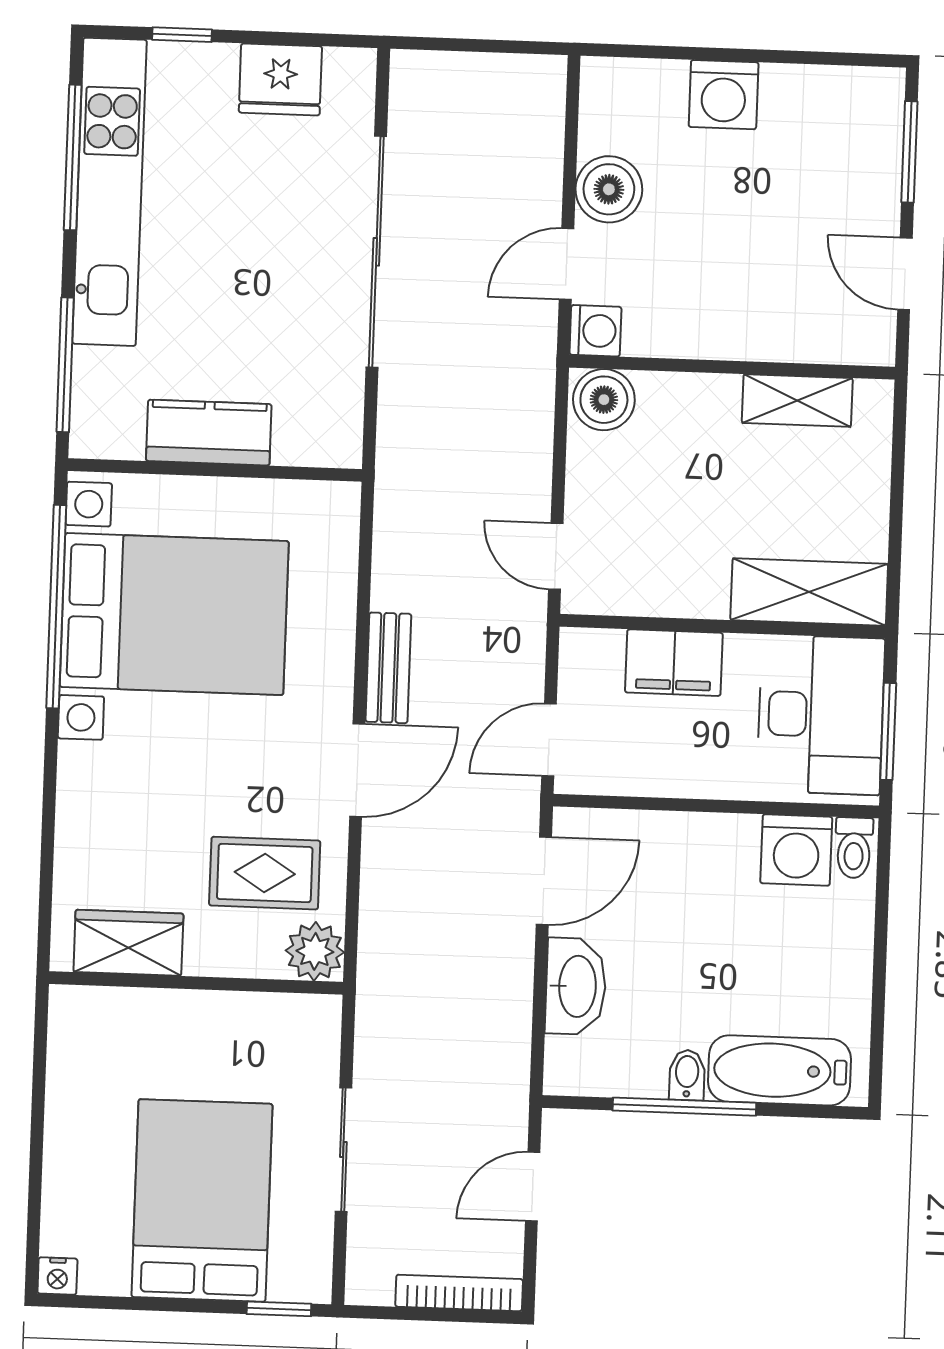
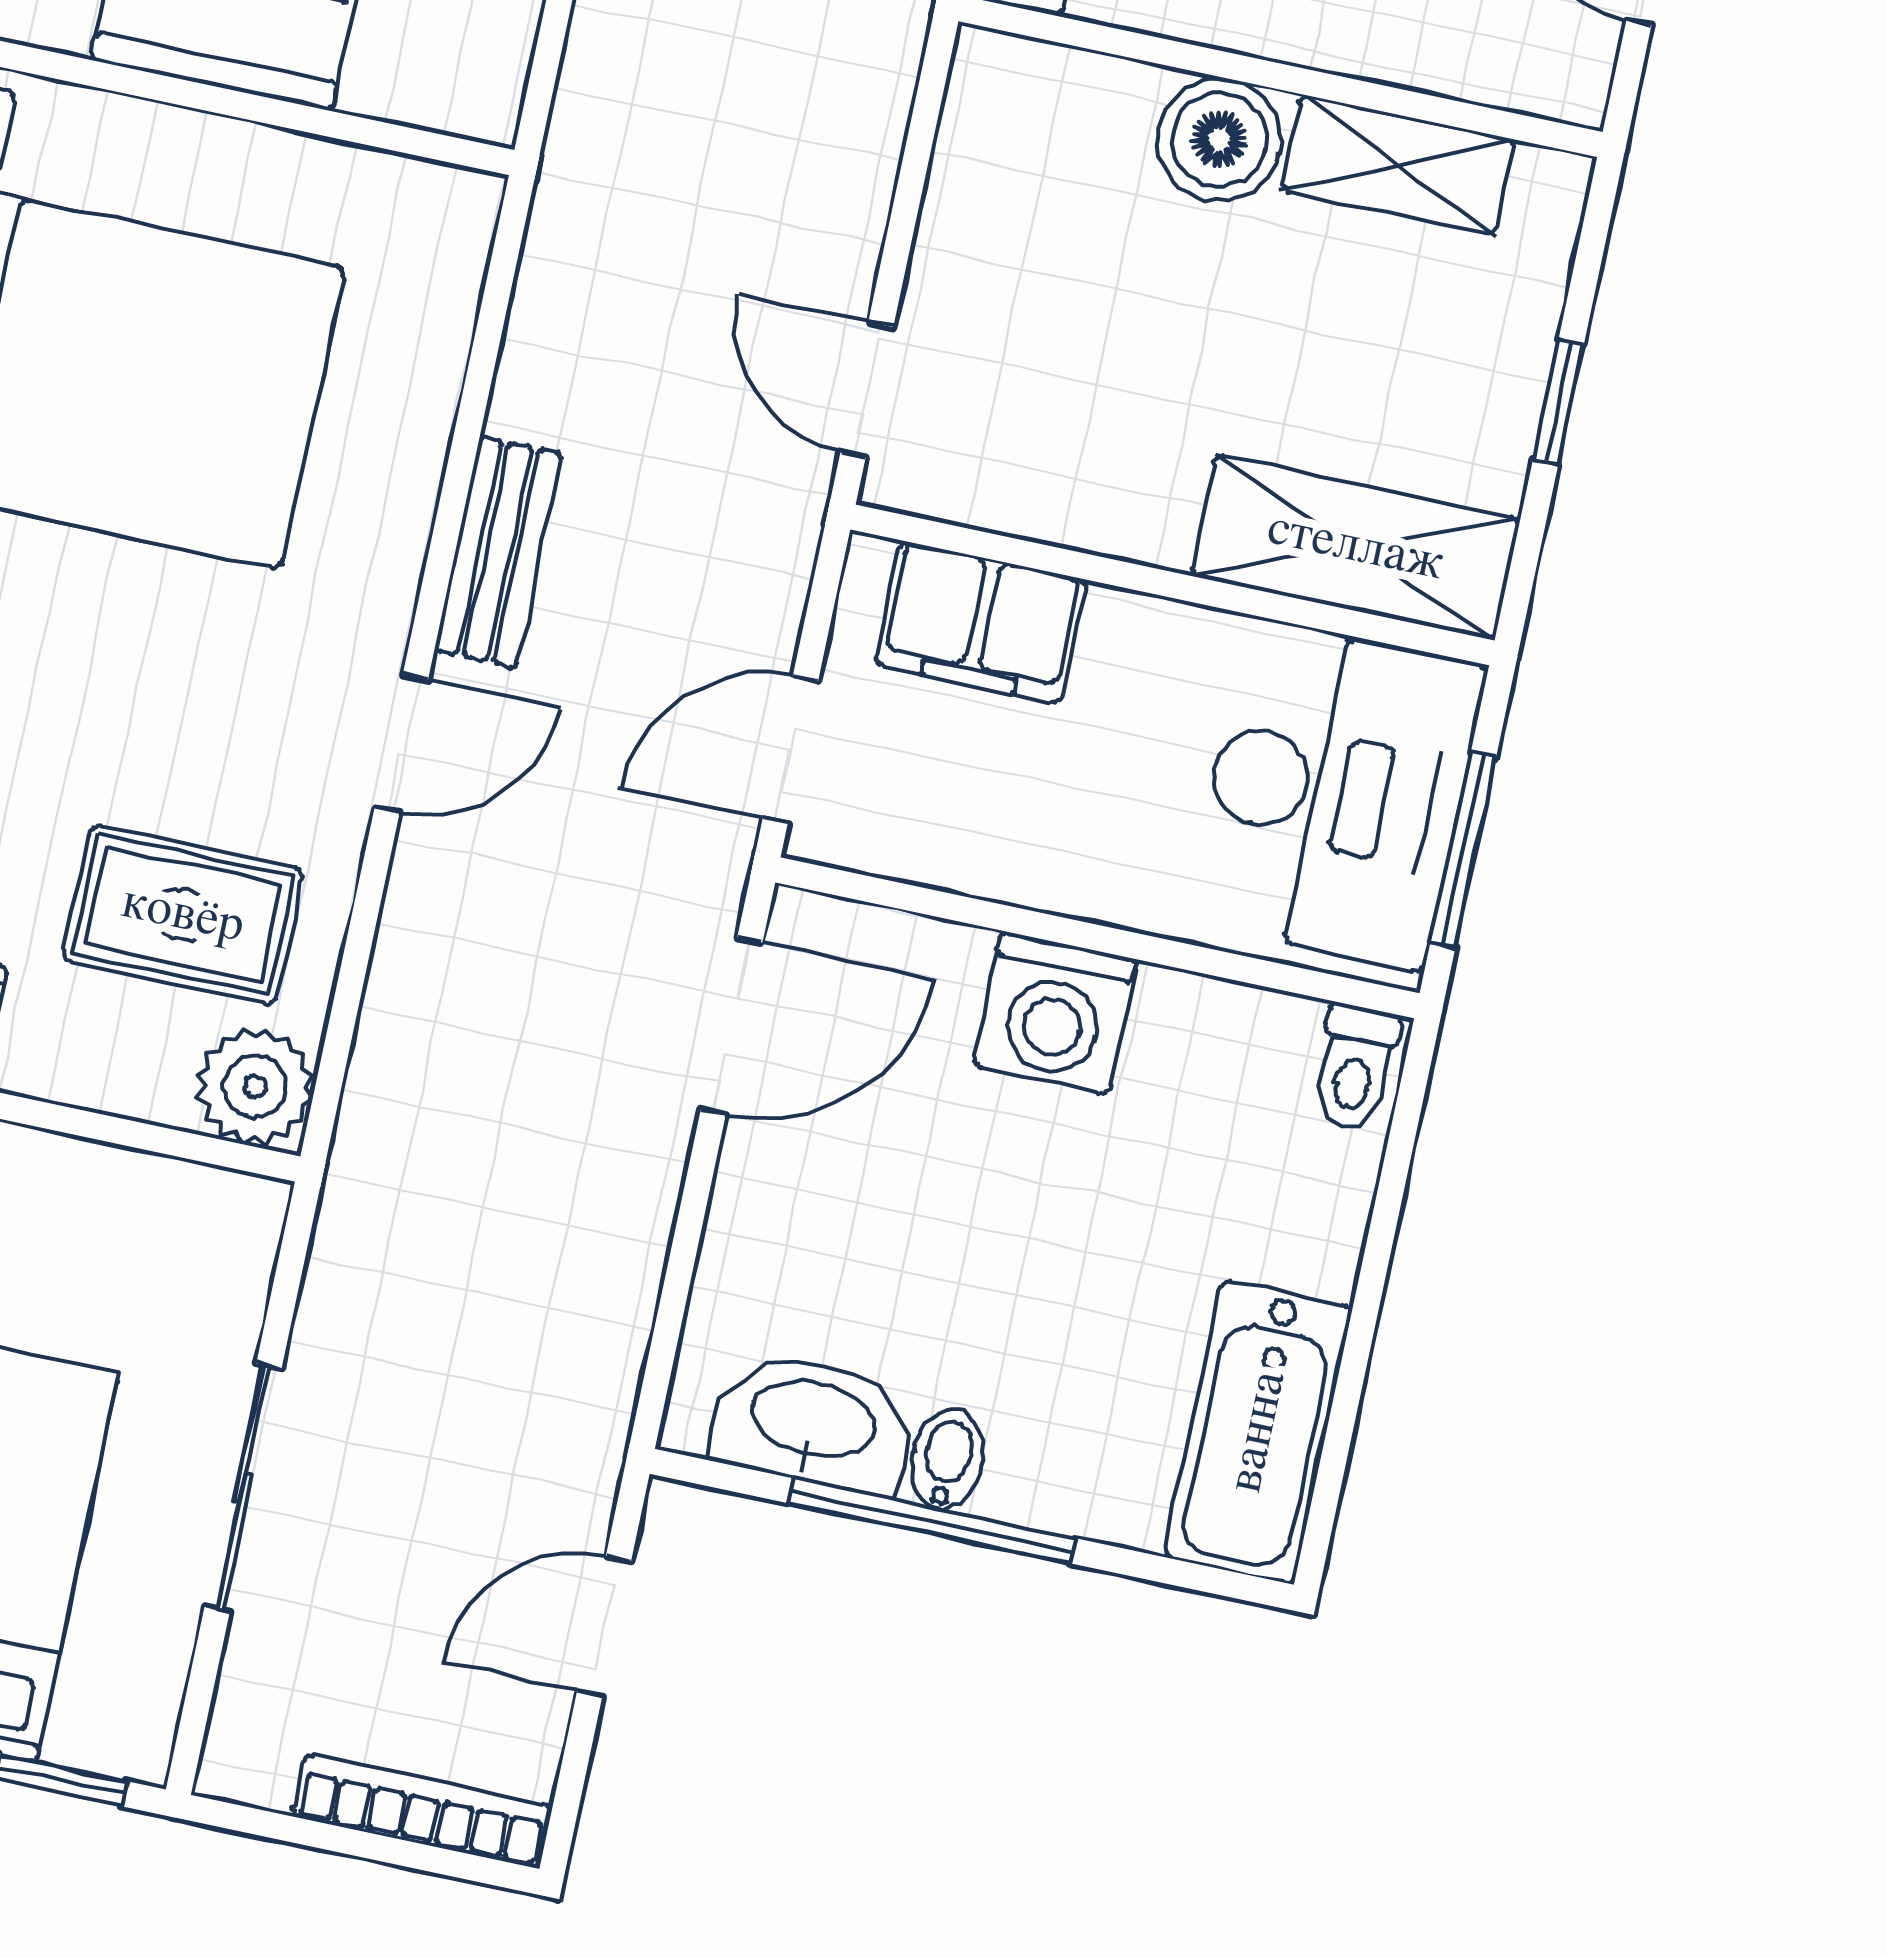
boiler: (604, 400) -> (1219, 140), moved
window: (897, 503) -> (1558, 402), added
filing cabinet: (674, 663) -> (980, 622), moved
door: (357, 770) -> (401, 743), width x0.73
washing machine: (796, 850) -> (1055, 1013), moved
washbasin: (576, 986) -> (813, 1422), moved, turned -90
bathtub: (780, 1070) -> (1258, 1432), moved, turned -90

